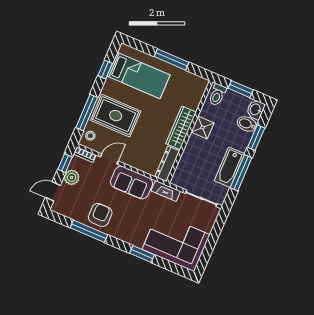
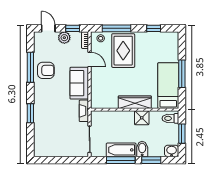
bed: (138, 75) -> (168, 86), moved, turned 180
bidet: (247, 124) -> (142, 149), moved
dresser: (167, 164) -> (104, 103), removed
corner sofa: (176, 242) -> (50, 134), removed

